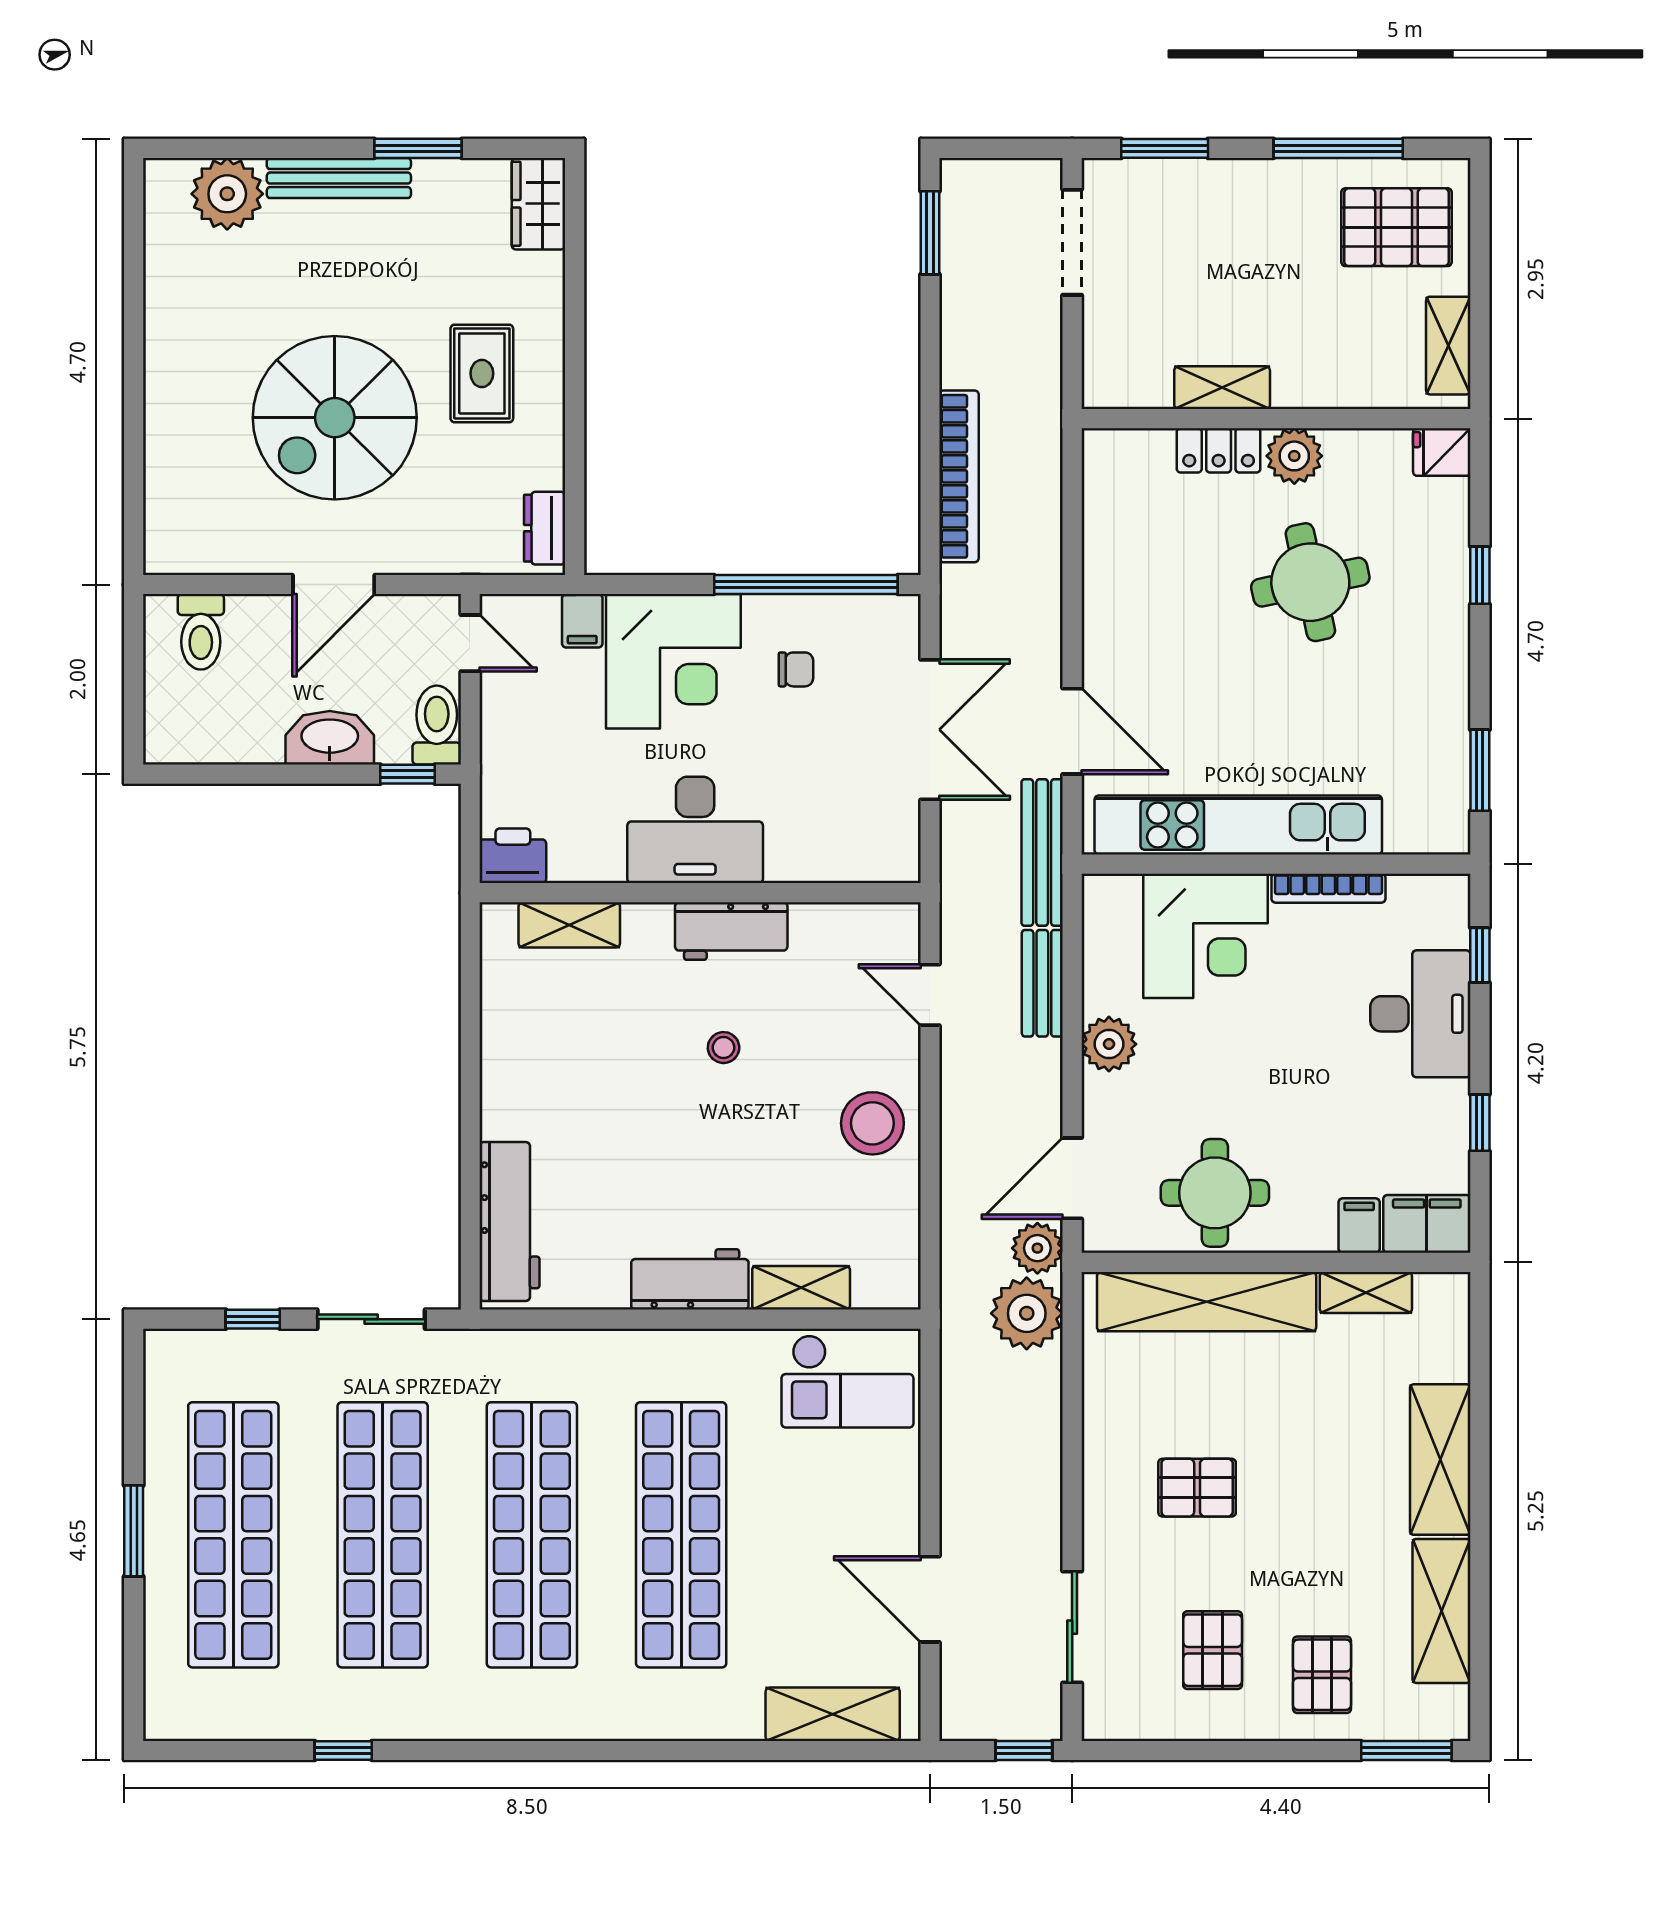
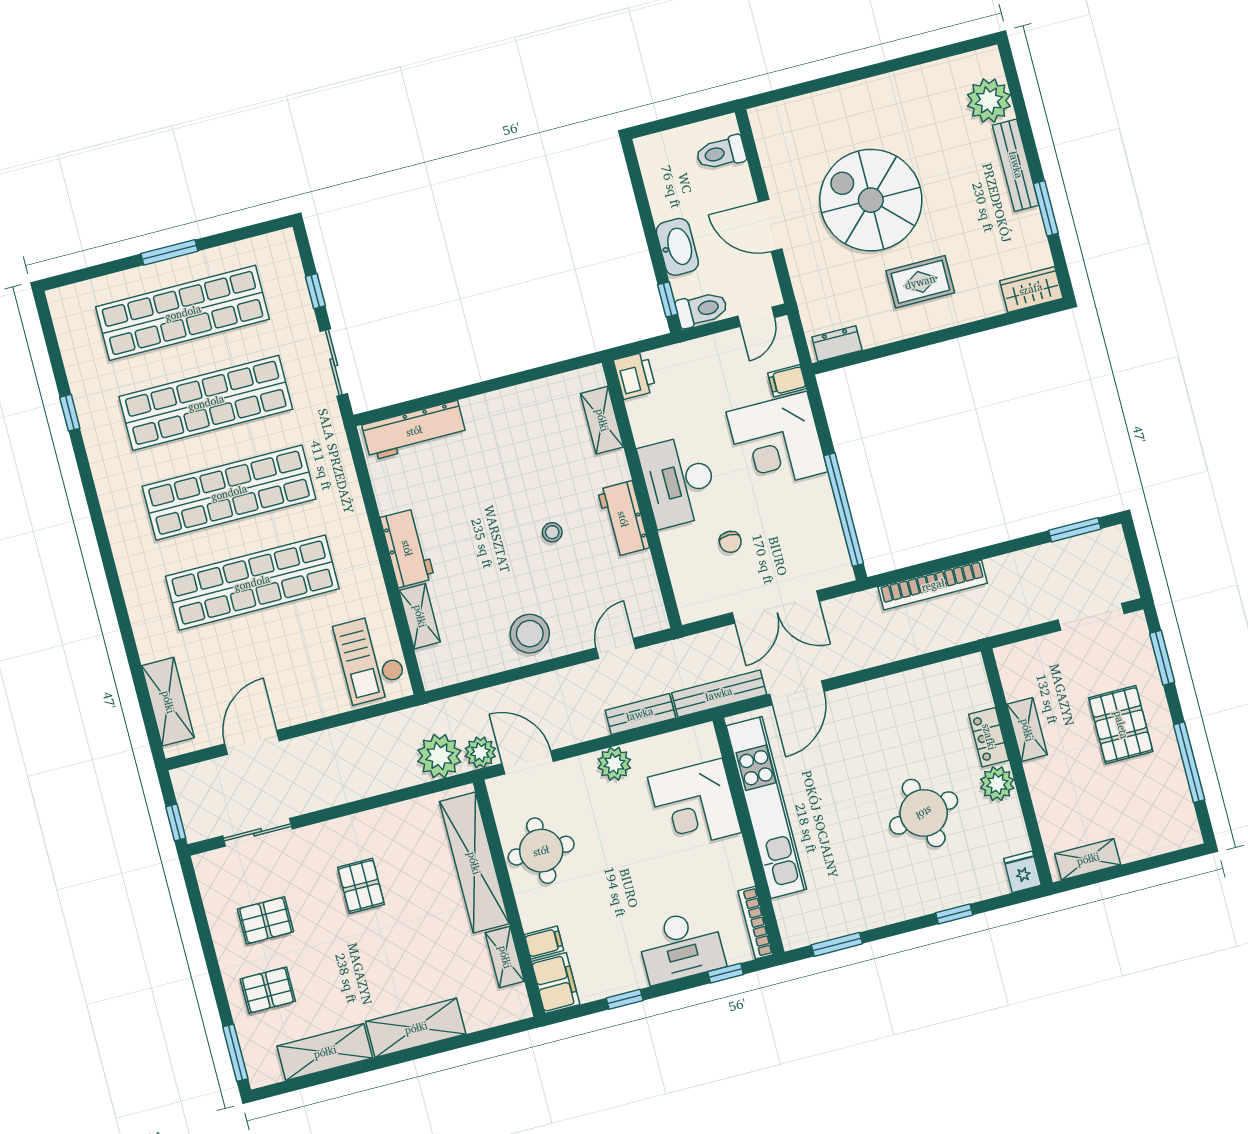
pallet: (1397, 227) -> (1121, 725), moved
chair: (796, 669) -> (730, 542), moved
bookcase: (1328, 888) -> (755, 923), moved

